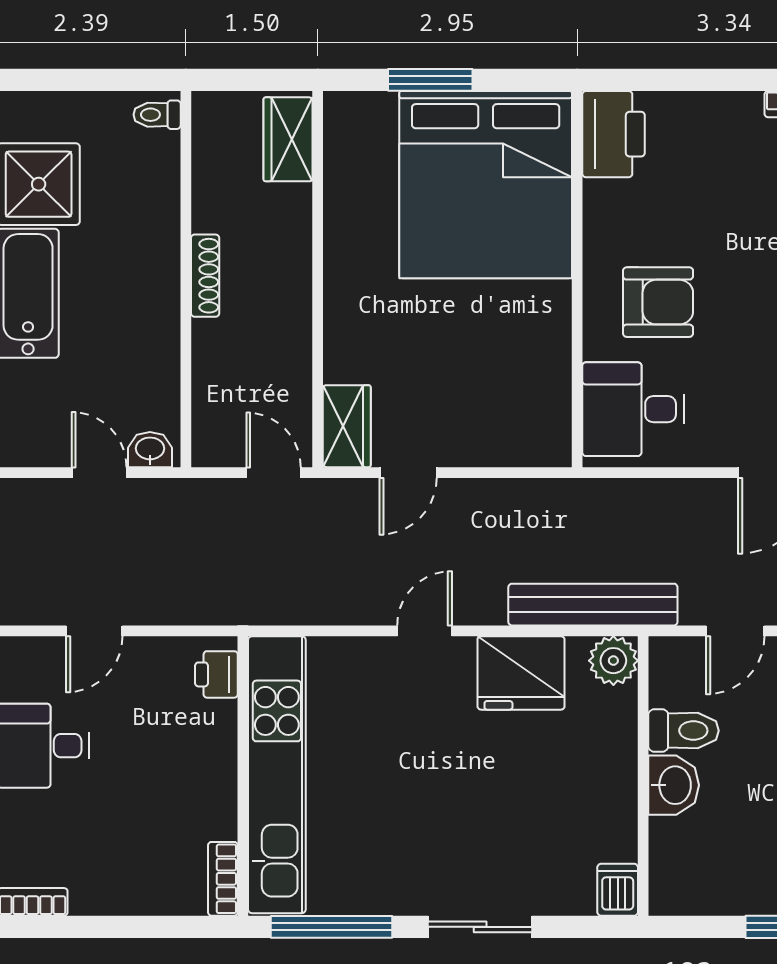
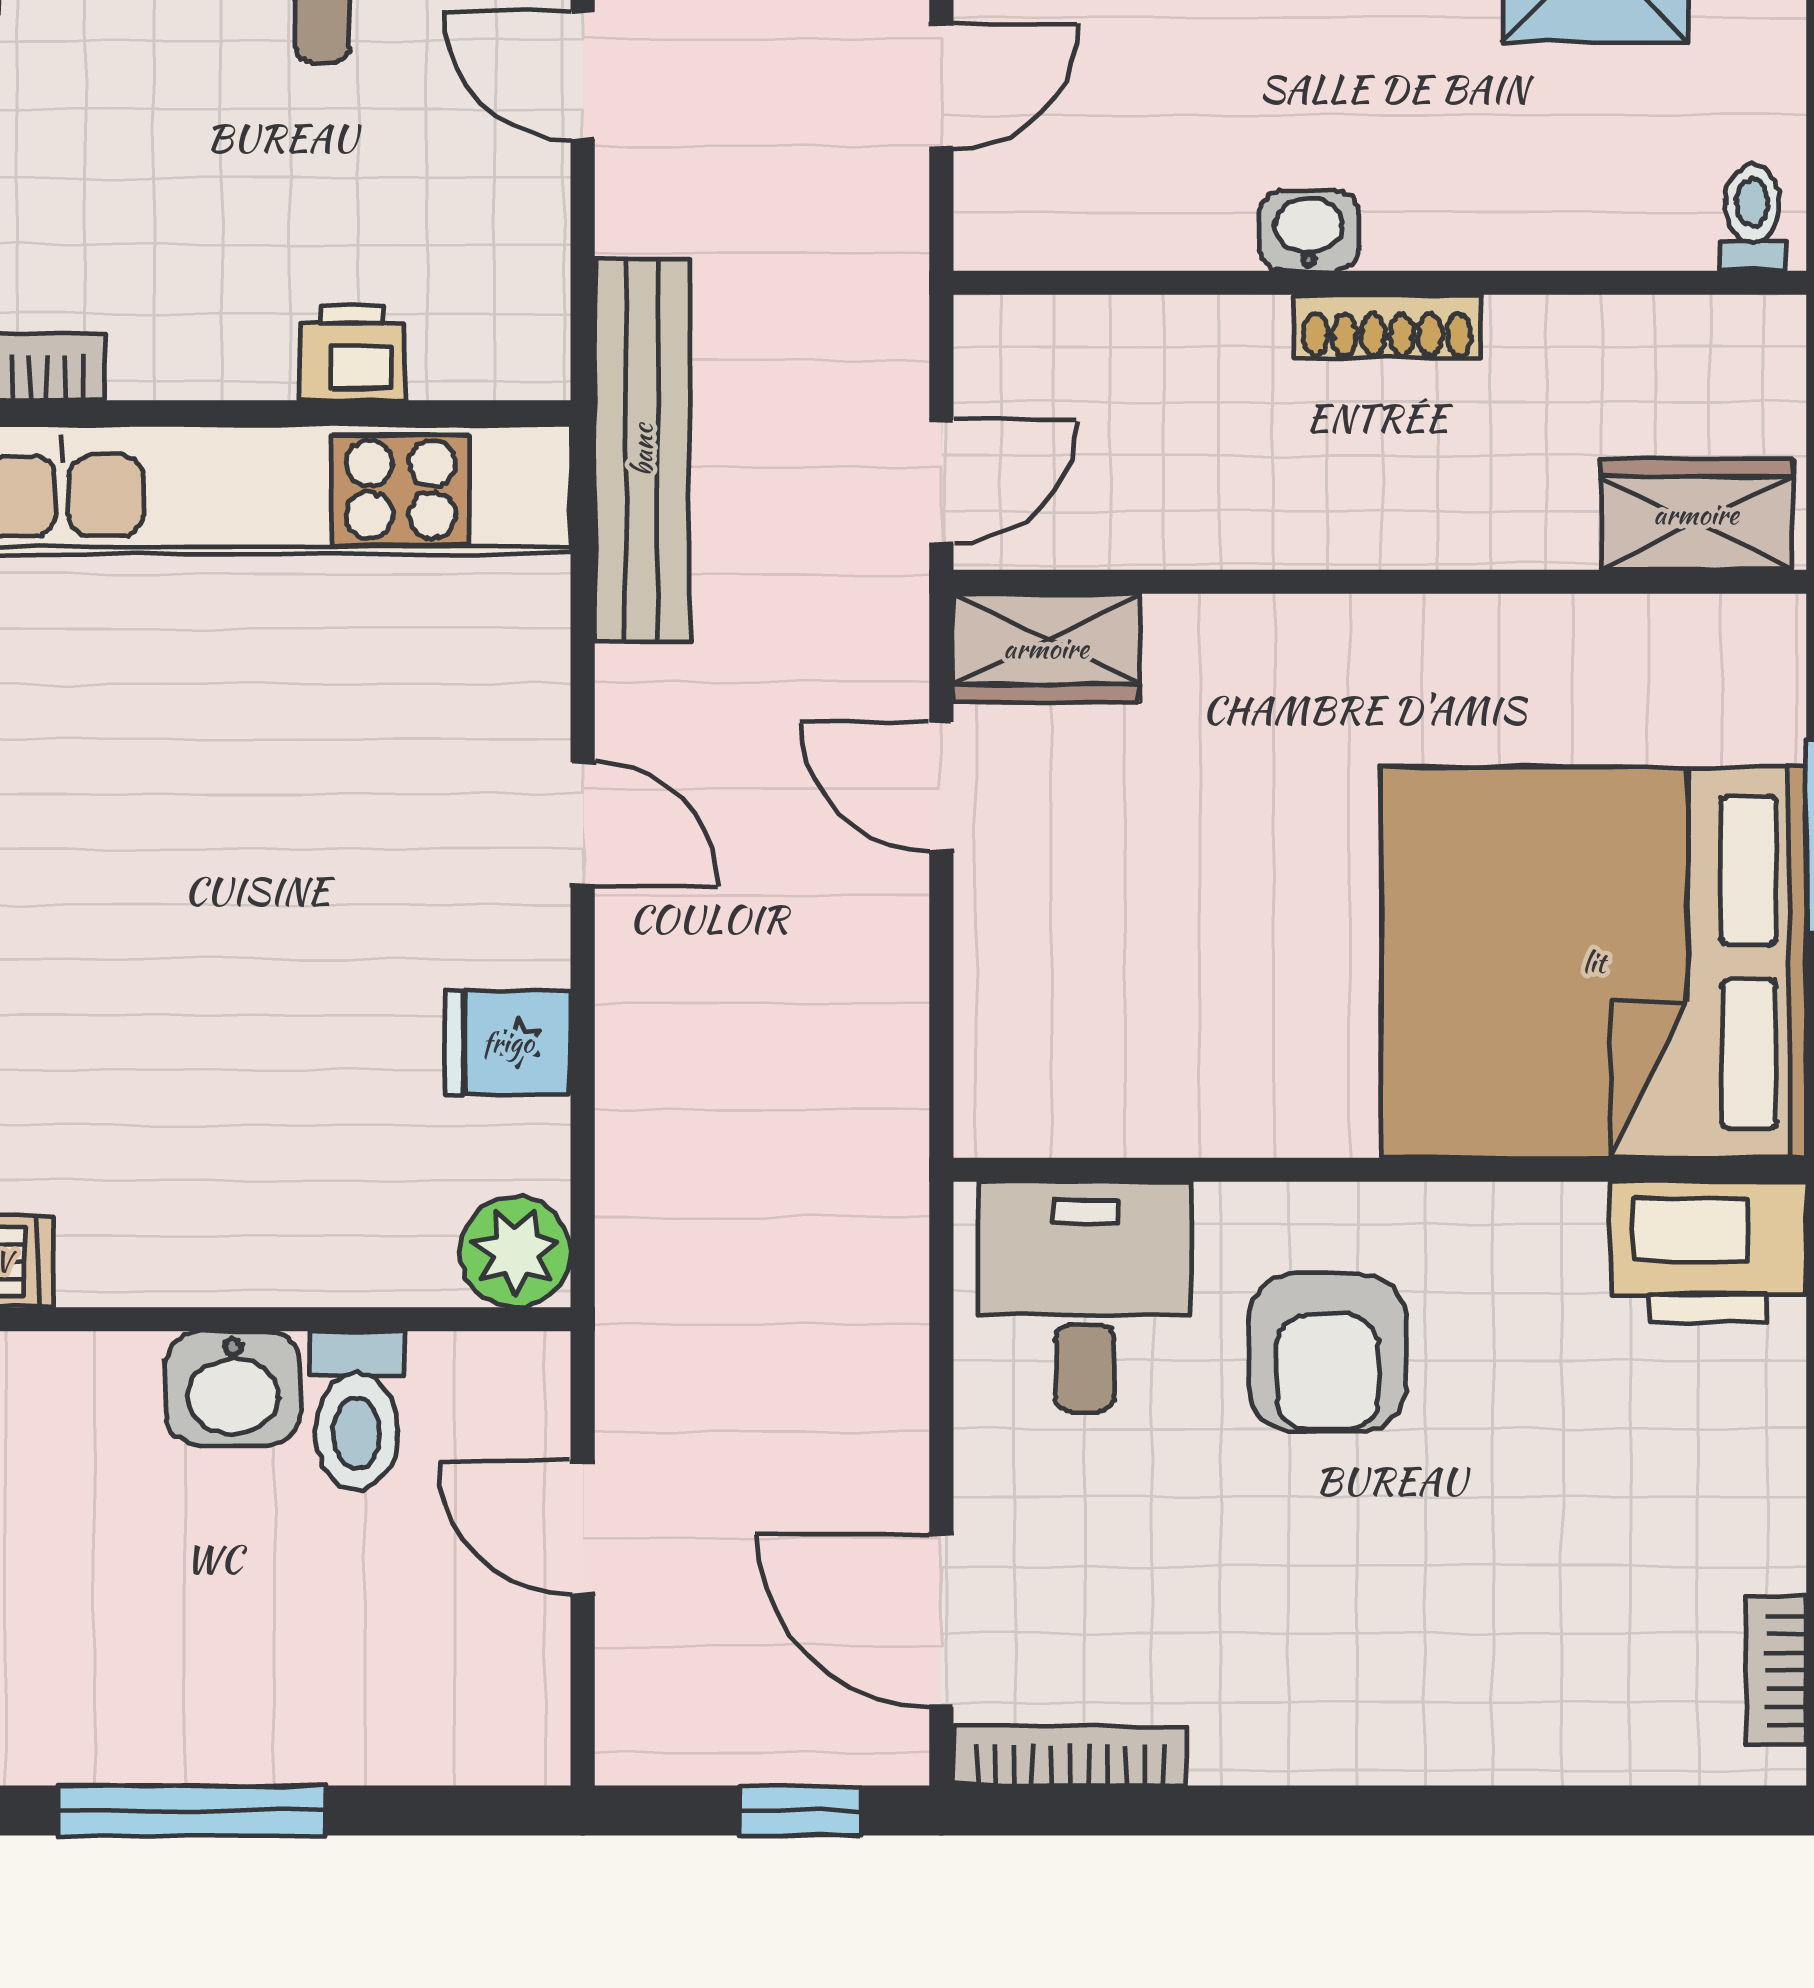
washbasin: (150, 450) -> (1309, 231), moved, turned -90
bench: (593, 605) -> (642, 450), moved
fridge: (521, 673) -> (508, 1042), width x0.53, depth x0.75
printer: (216, 674) -> (352, 352), moved

